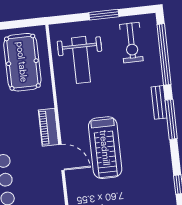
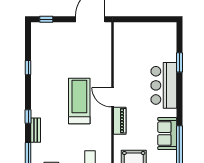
window: (171, 119) -> (28, 116), width x0.46

